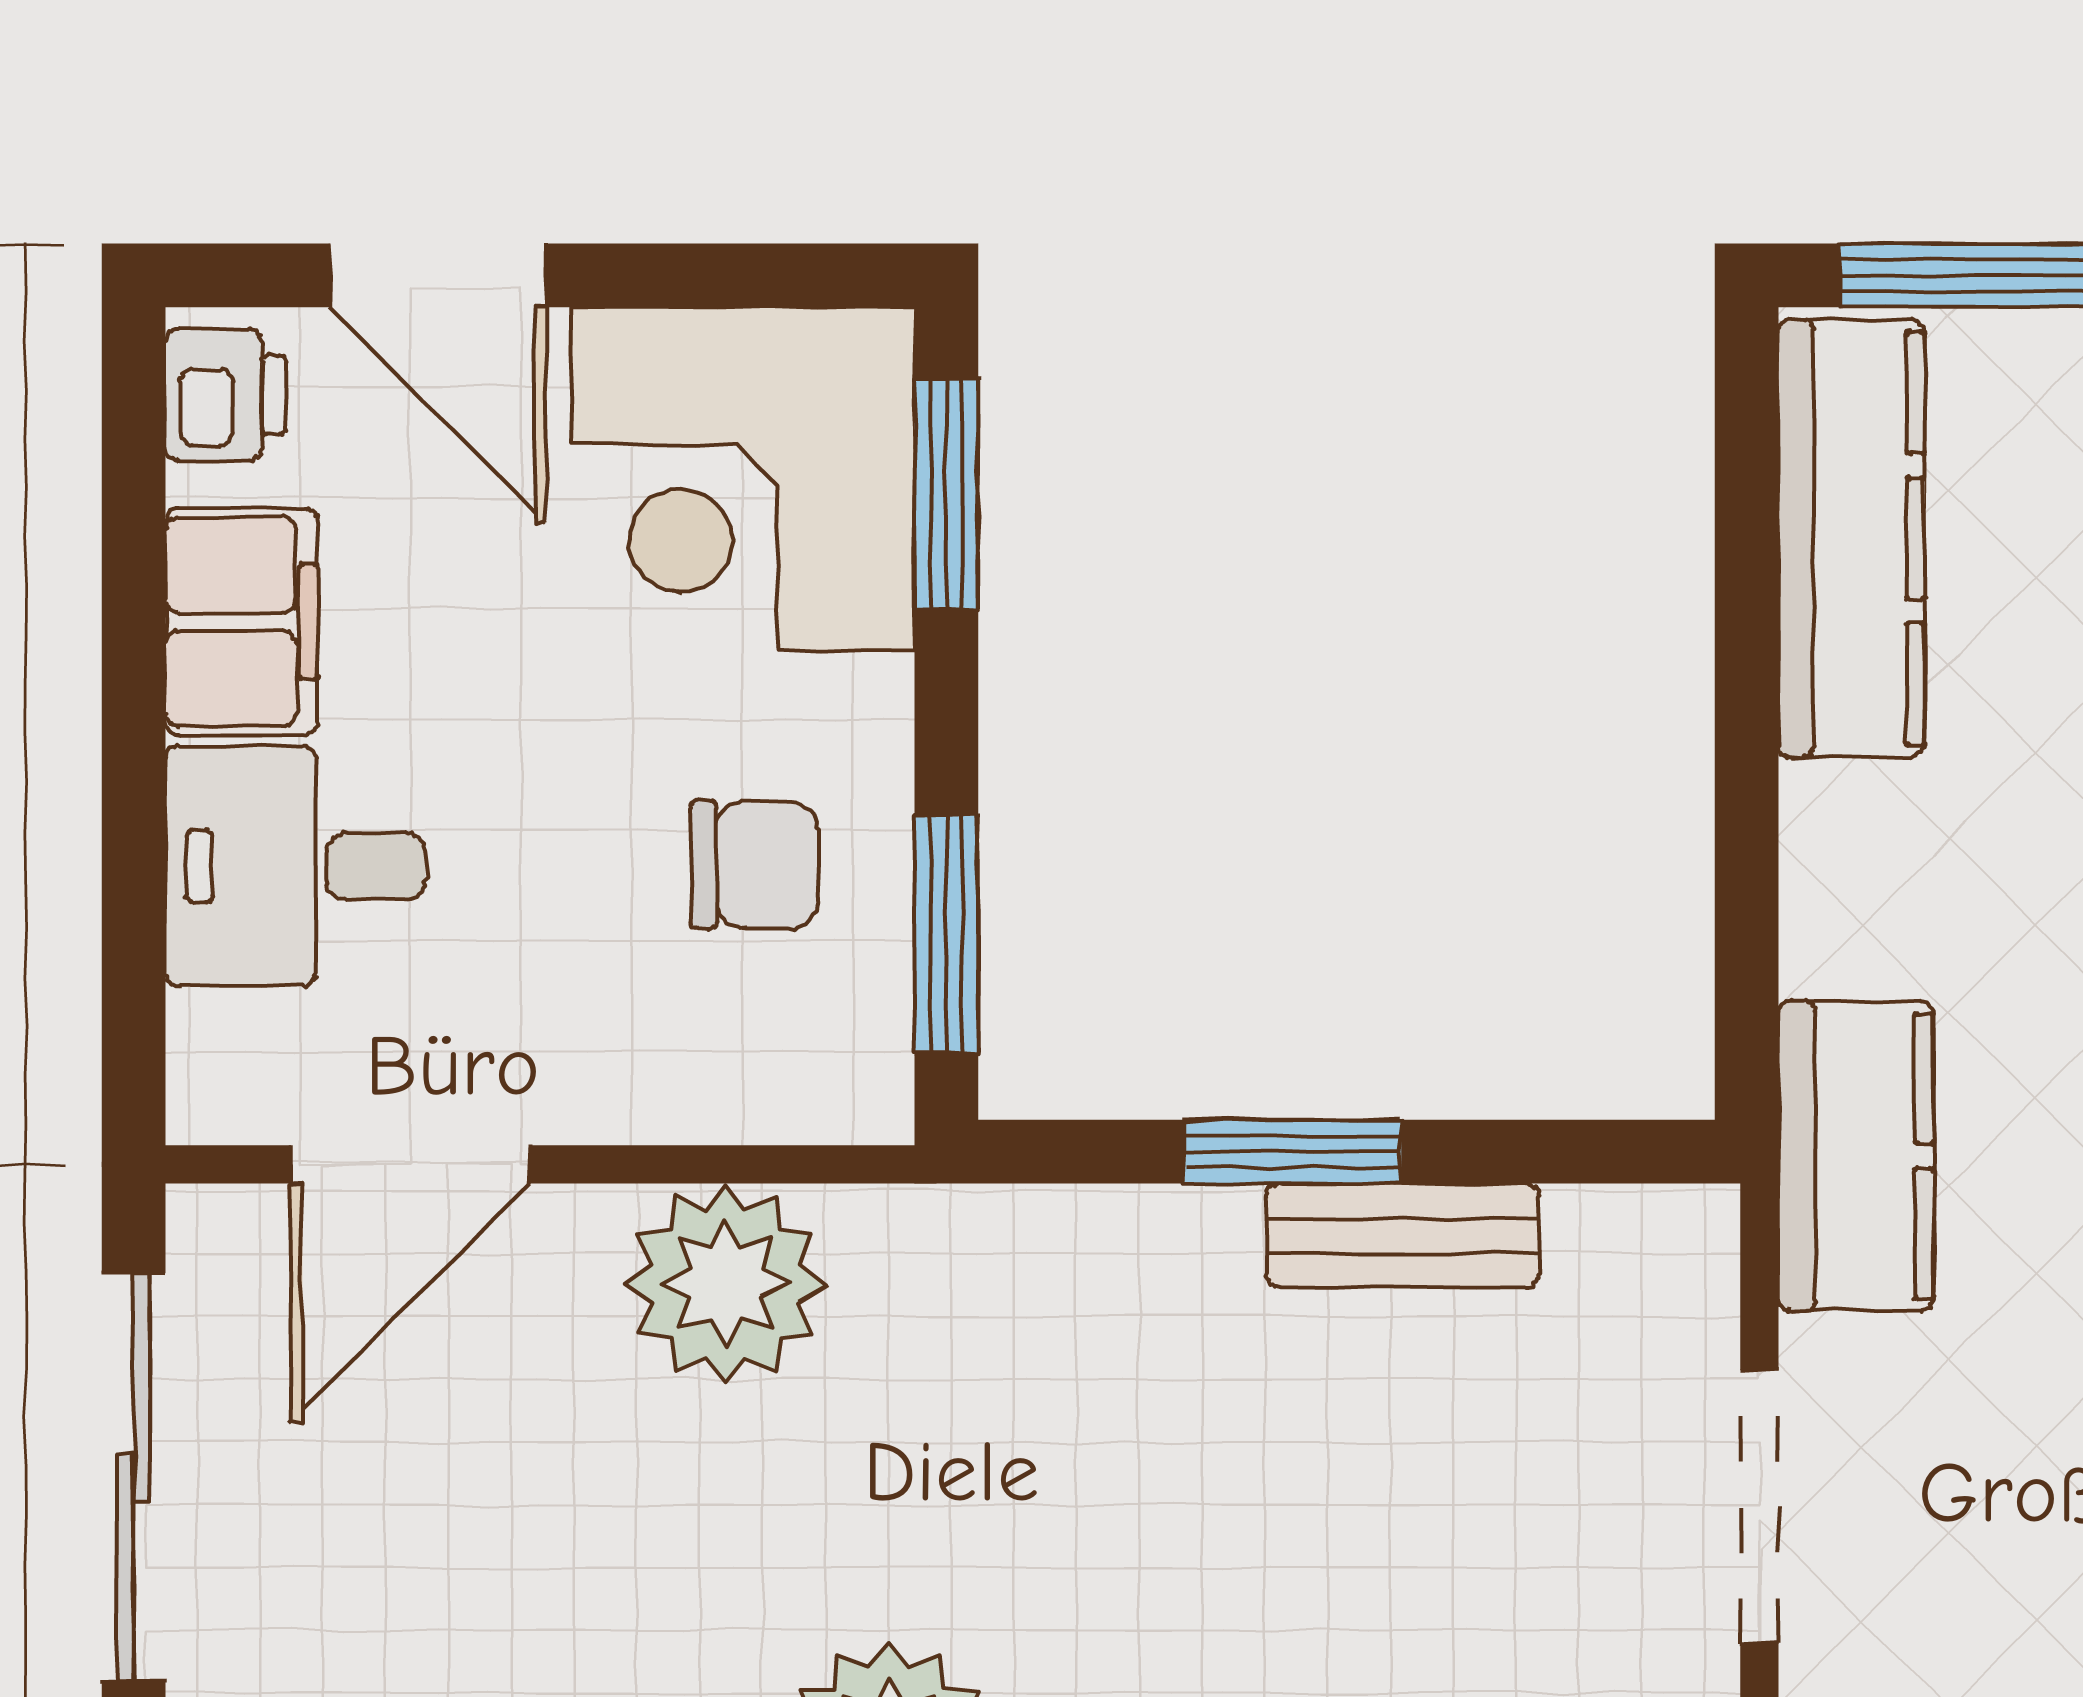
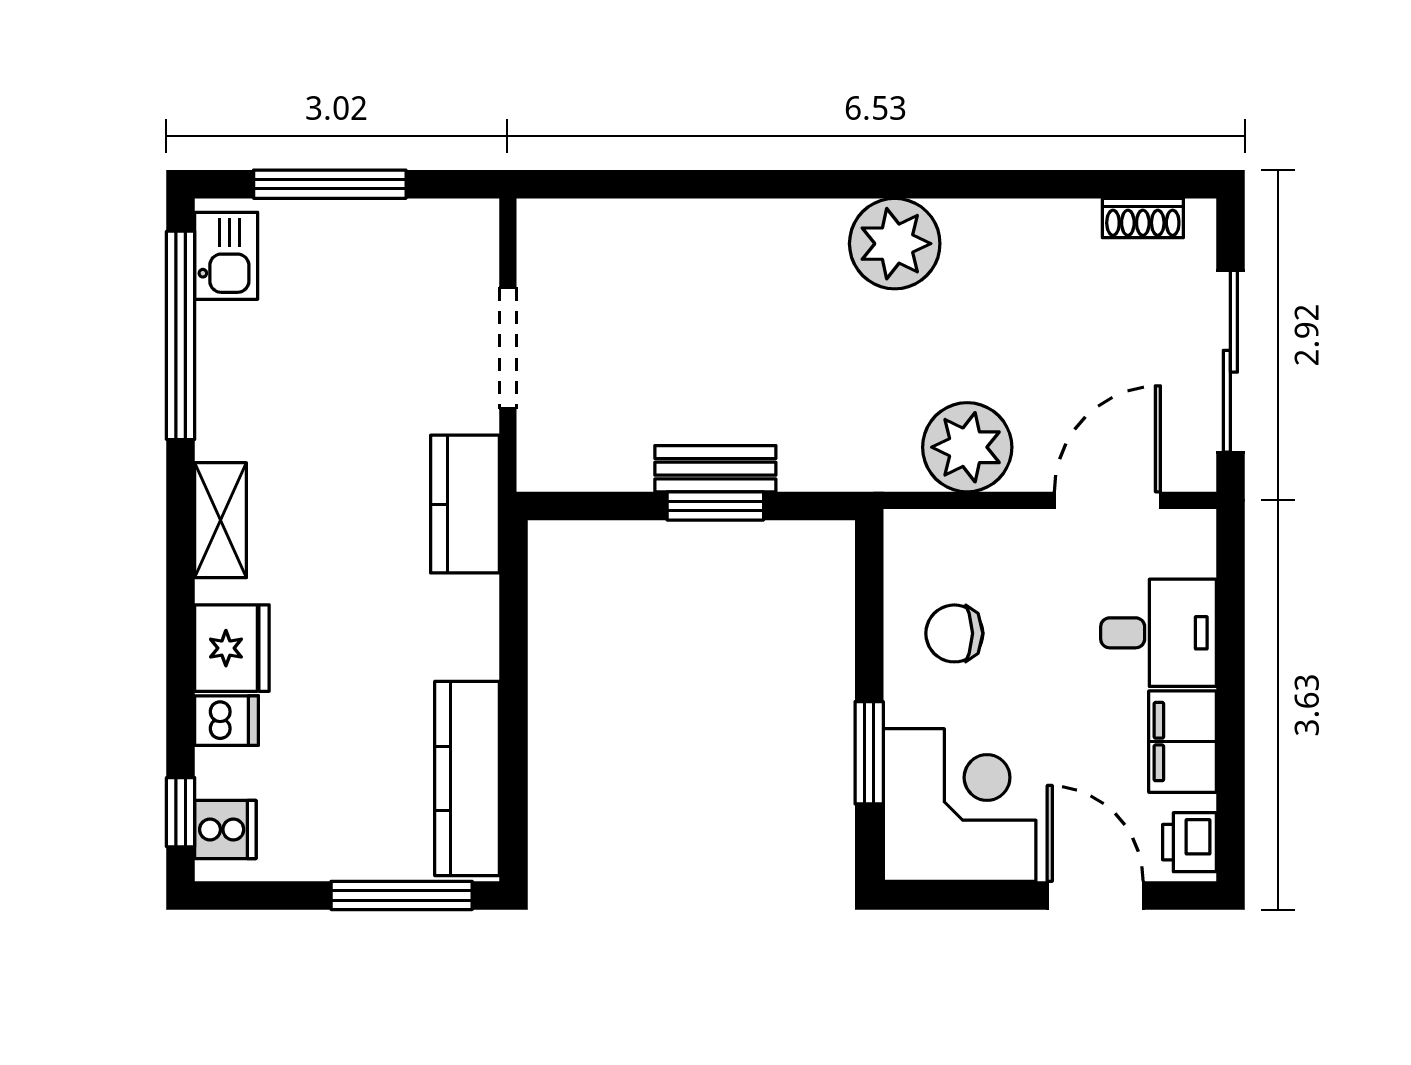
window: (946, 494) -> (869, 753), moved
window: (946, 934) -> (869, 602), removed
bench: (1403, 1236) -> (715, 469), moved

